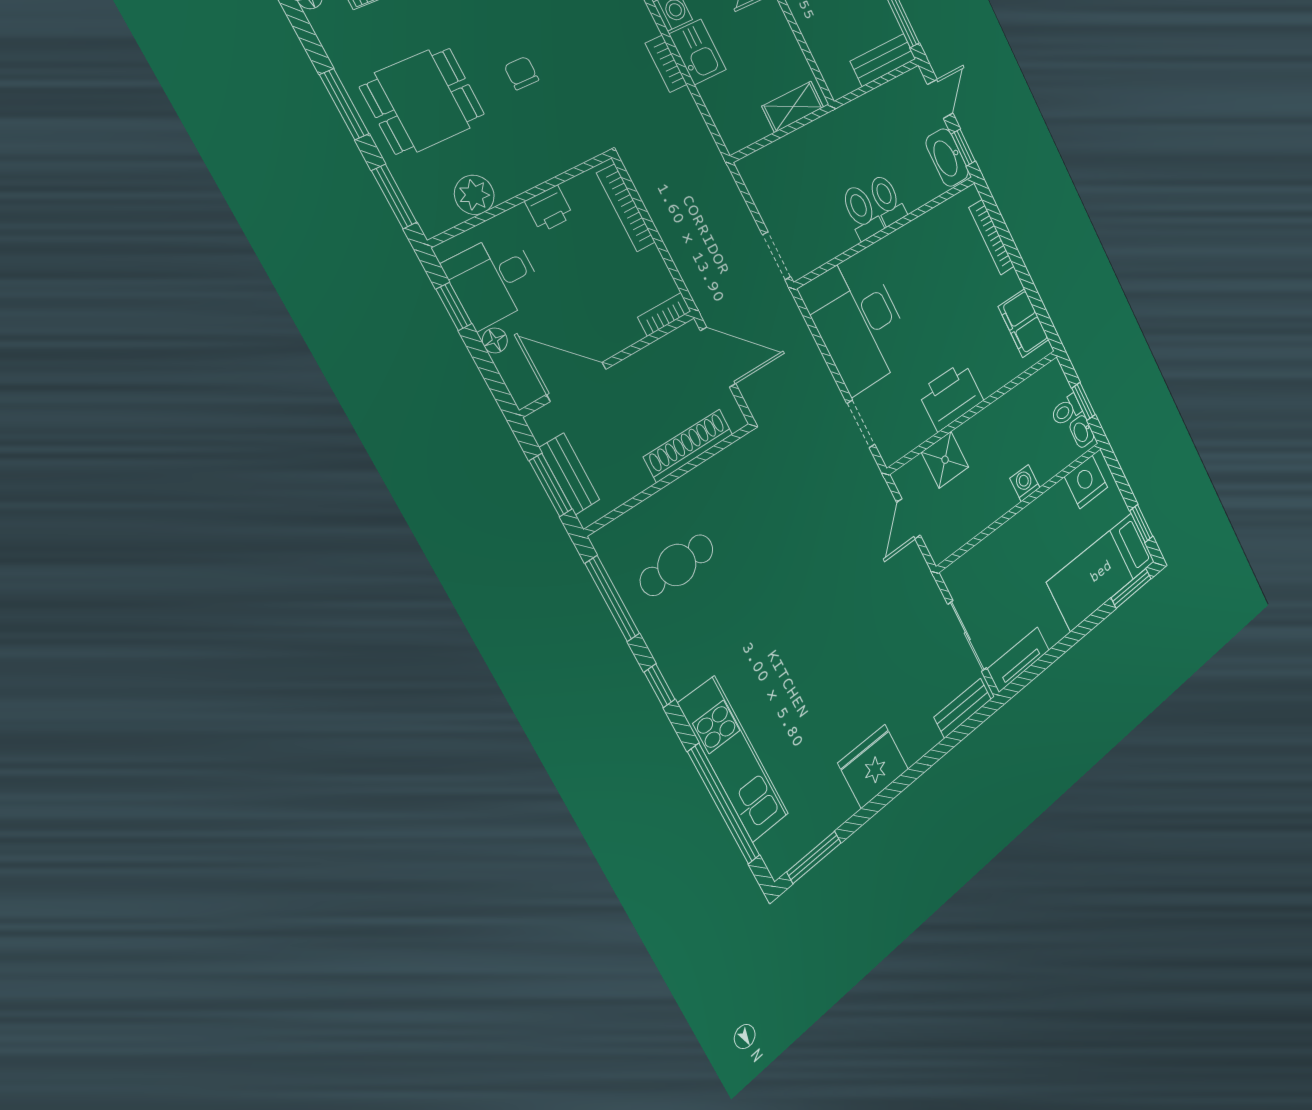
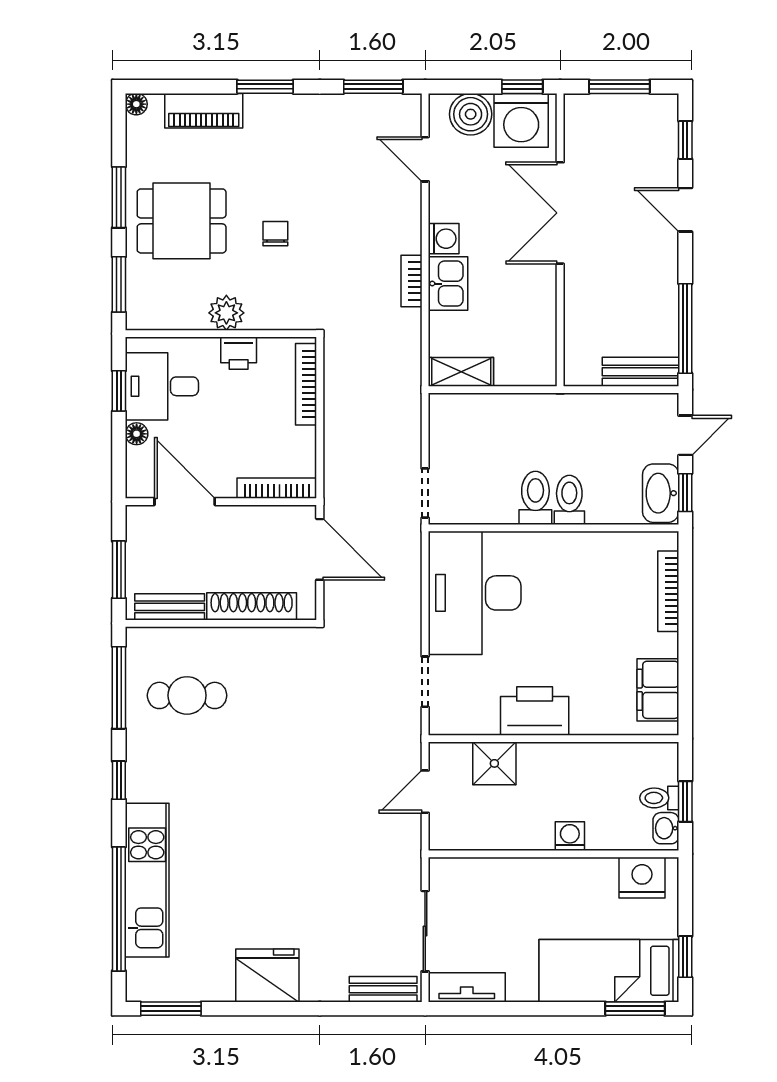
shelving: (793, 107) -> (461, 372), moved
plant: (474, 195) -> (226, 313), moved
bookcase: (664, 314) -> (277, 488), width x1.56
bench: (569, 474) -> (170, 607), moved, turned 90

